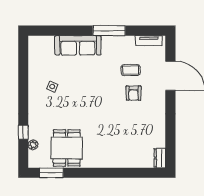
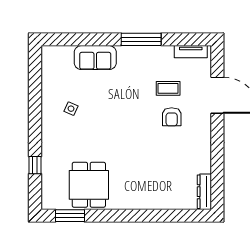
sofa: (78, 45) -> (95, 58), width x0.73
plant: (33, 145) -> (47, 181), removed
dresser: (160, 158) -> (204, 192), width x1.44

